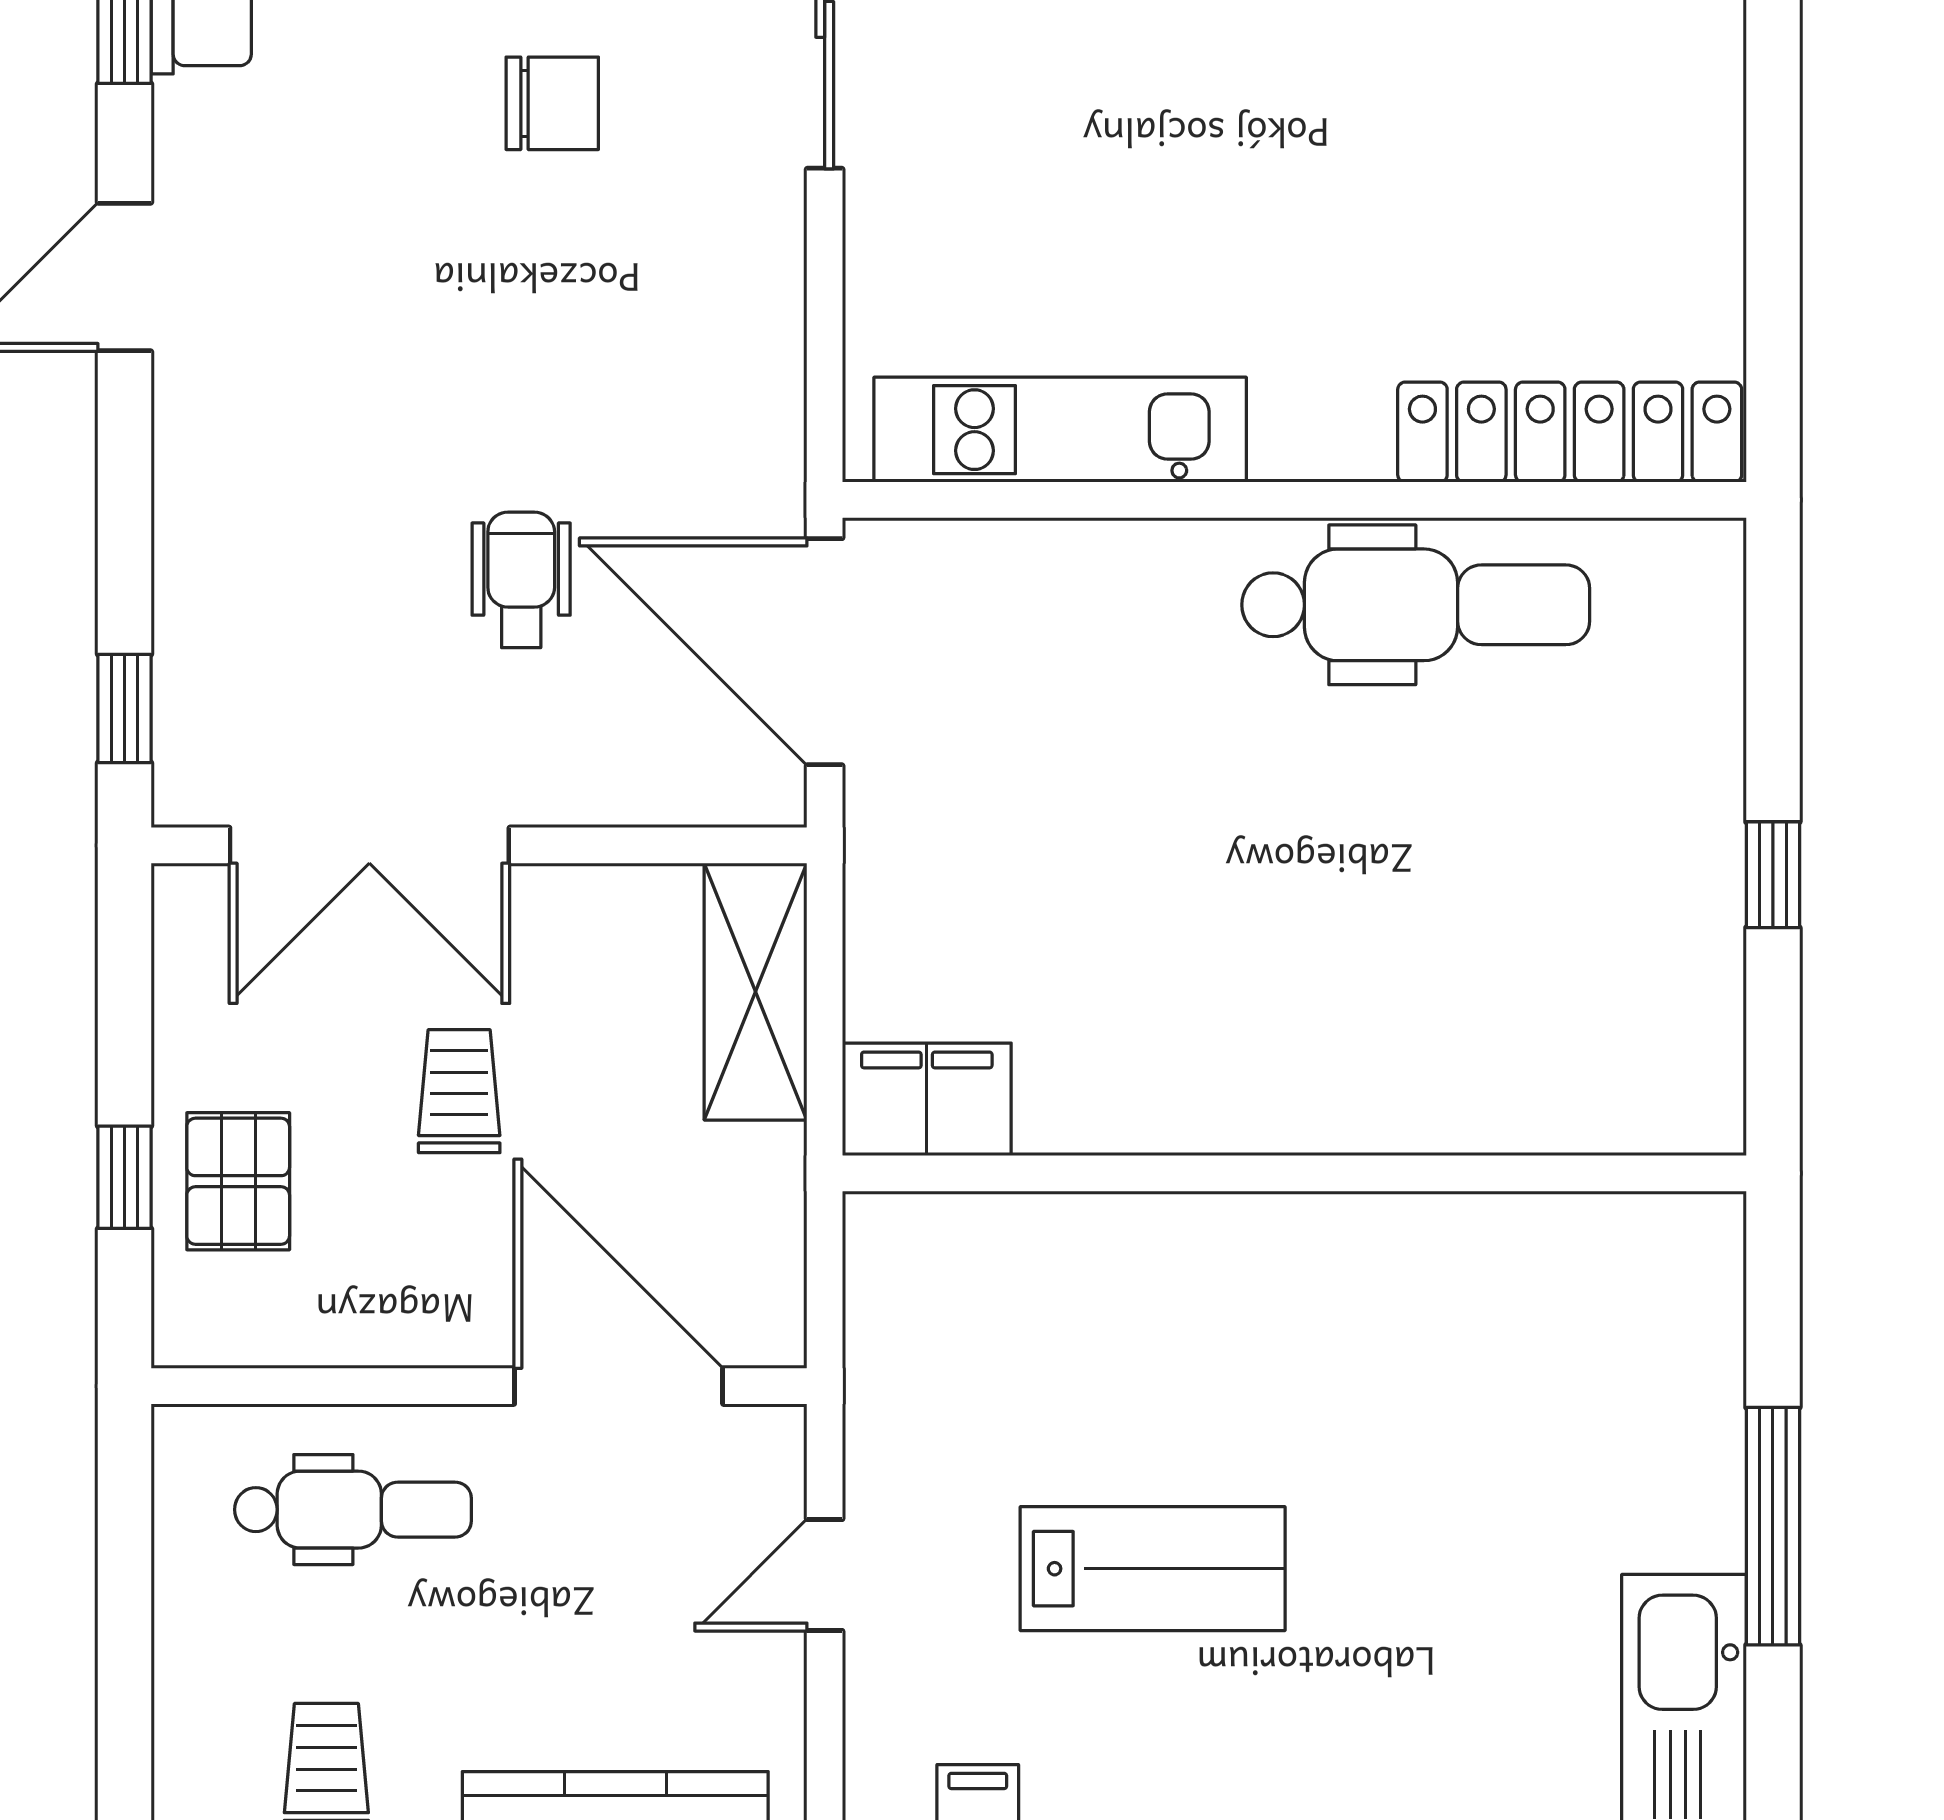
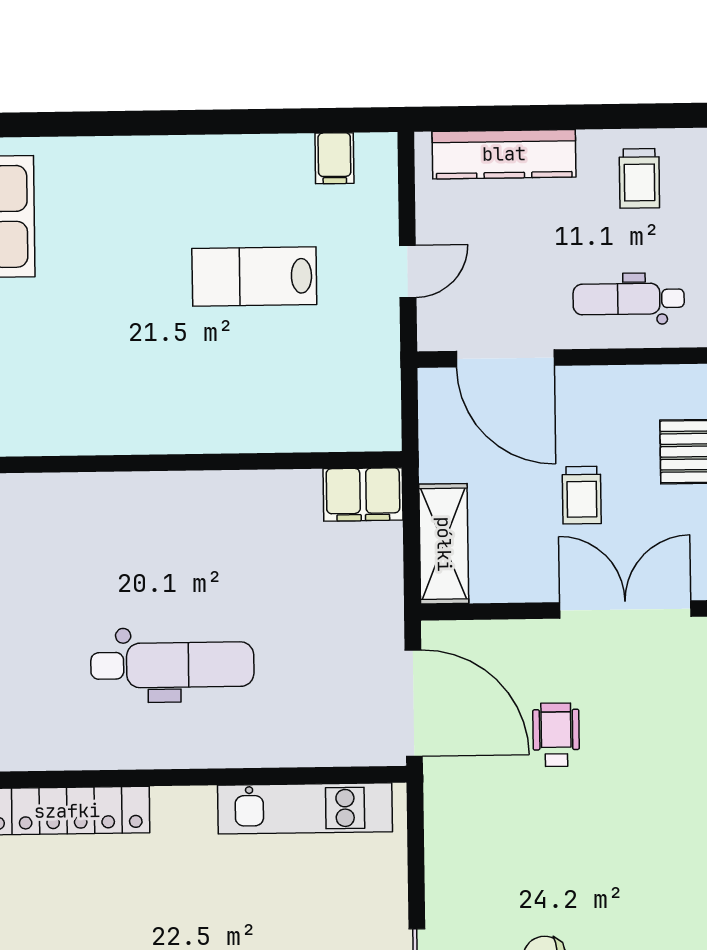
wheelchair: (521, 580) -> (556, 735), turned 180
dental chair: (1416, 605) -> (172, 665), moved, turned 180

